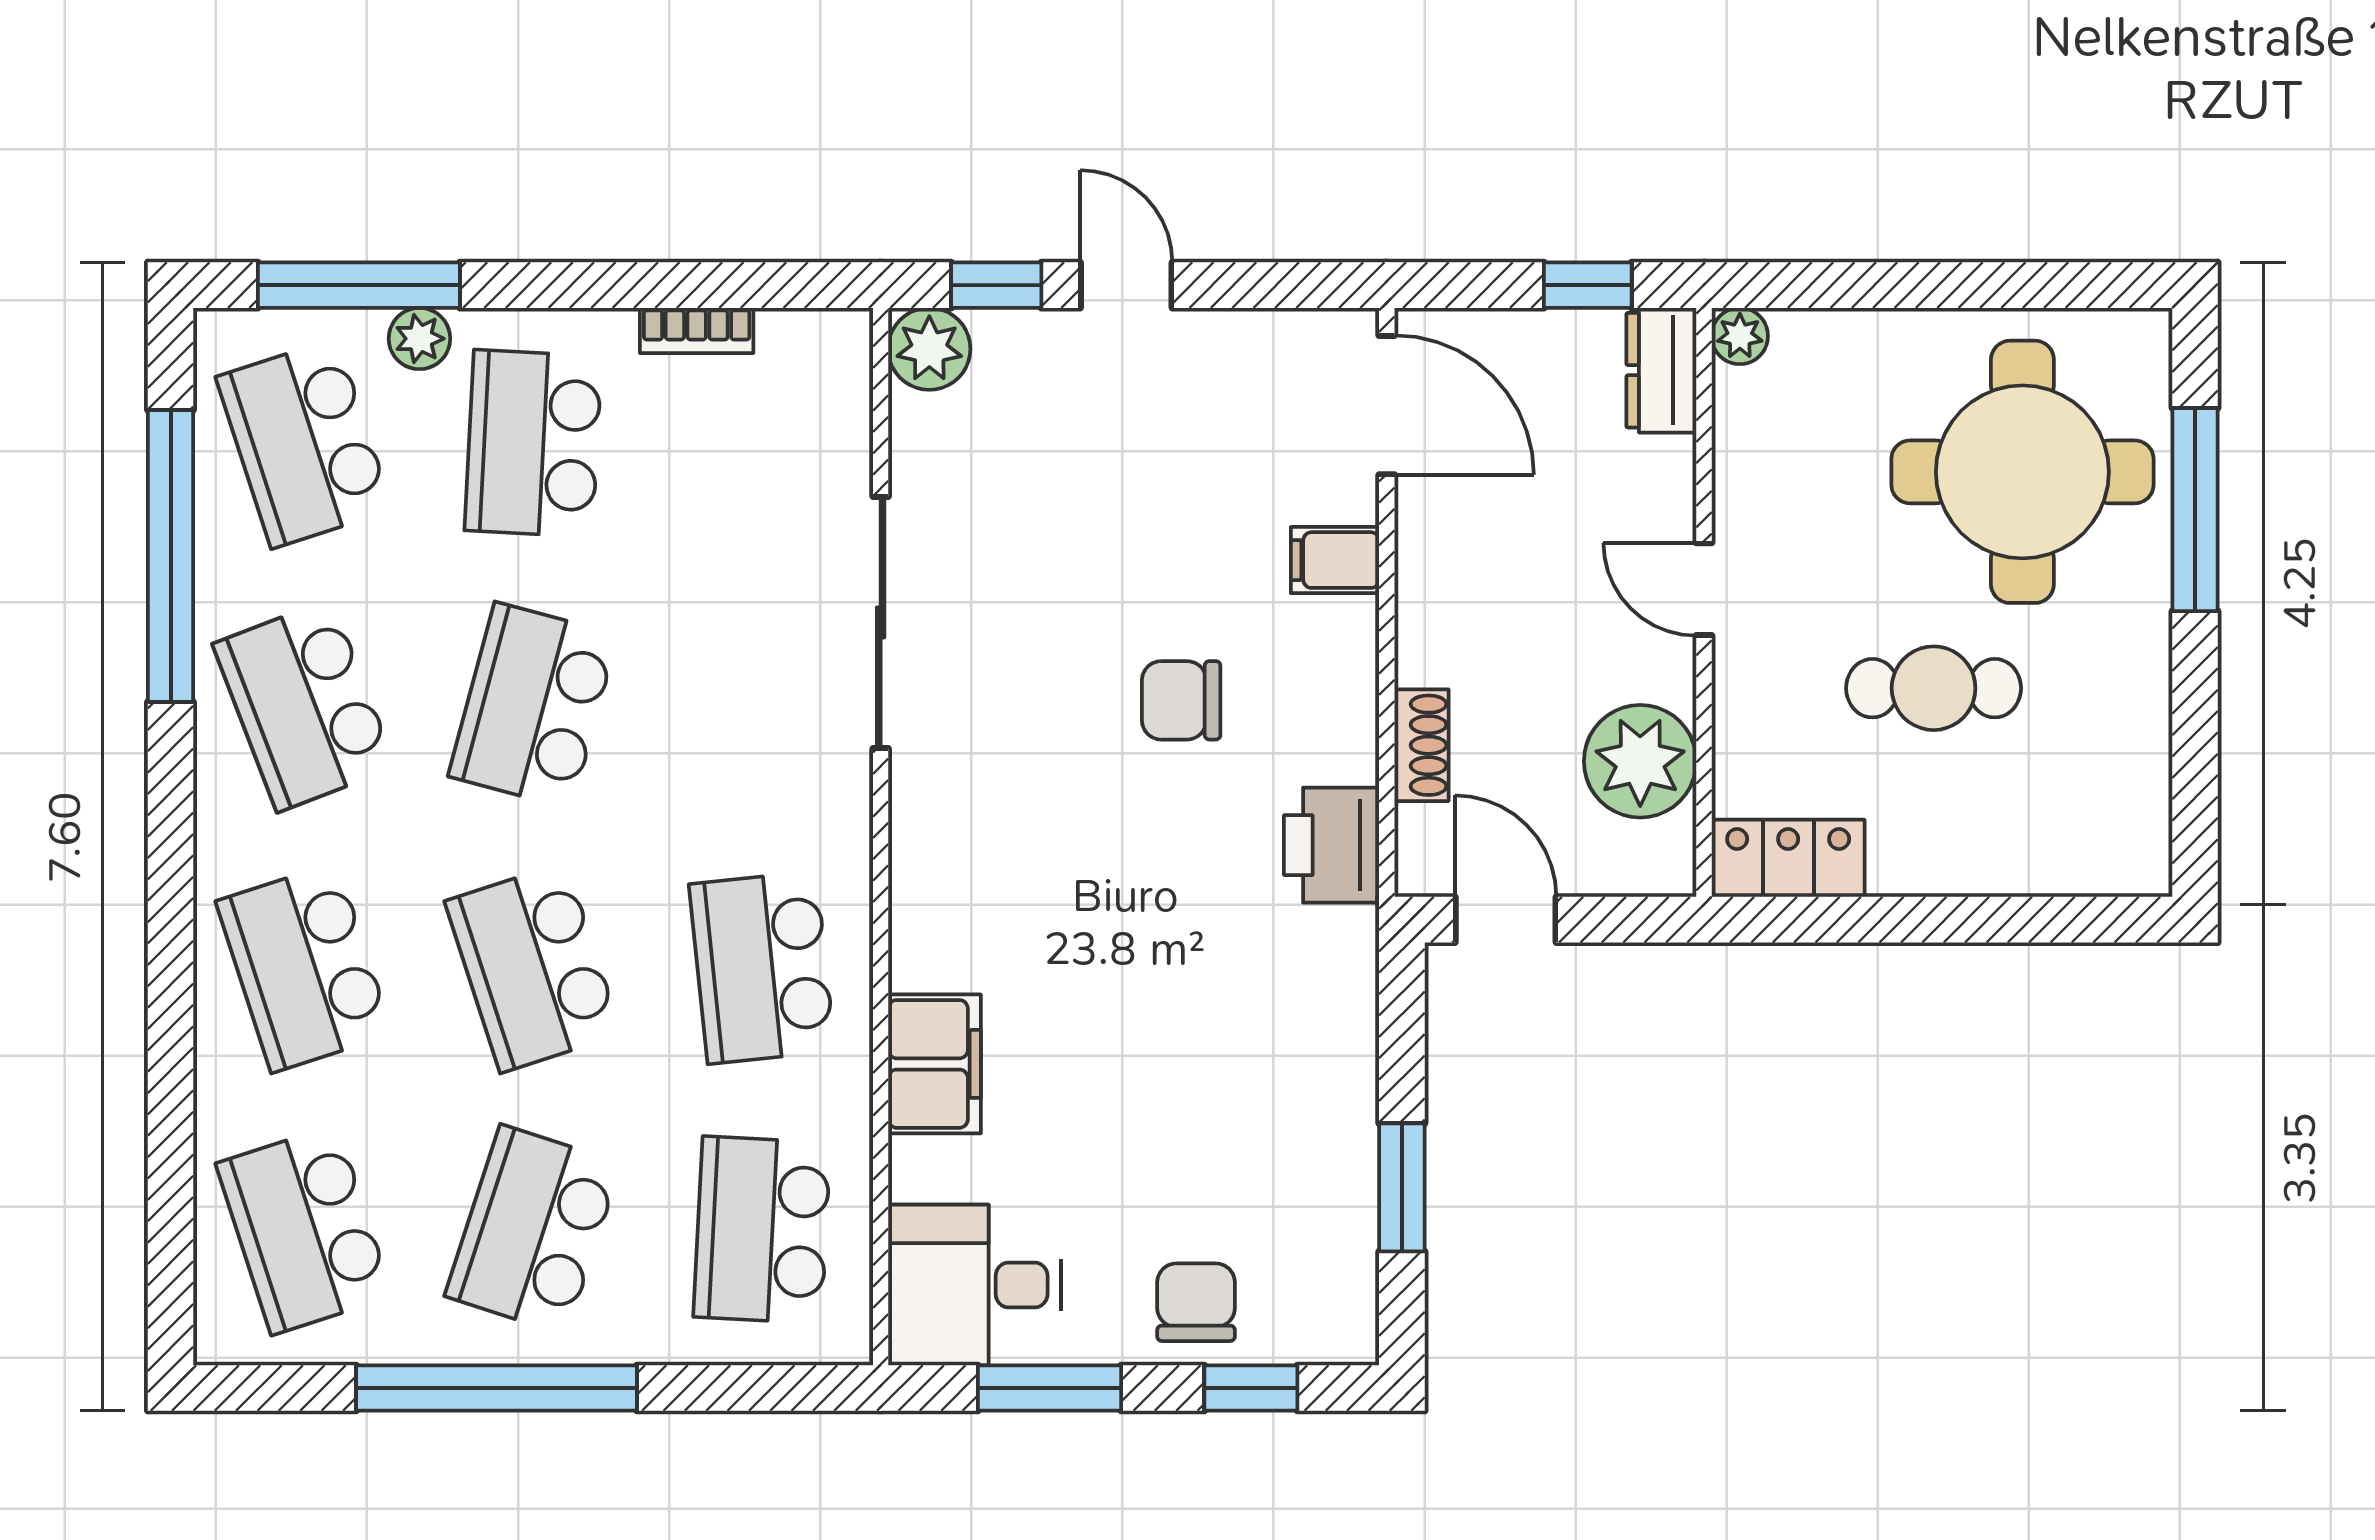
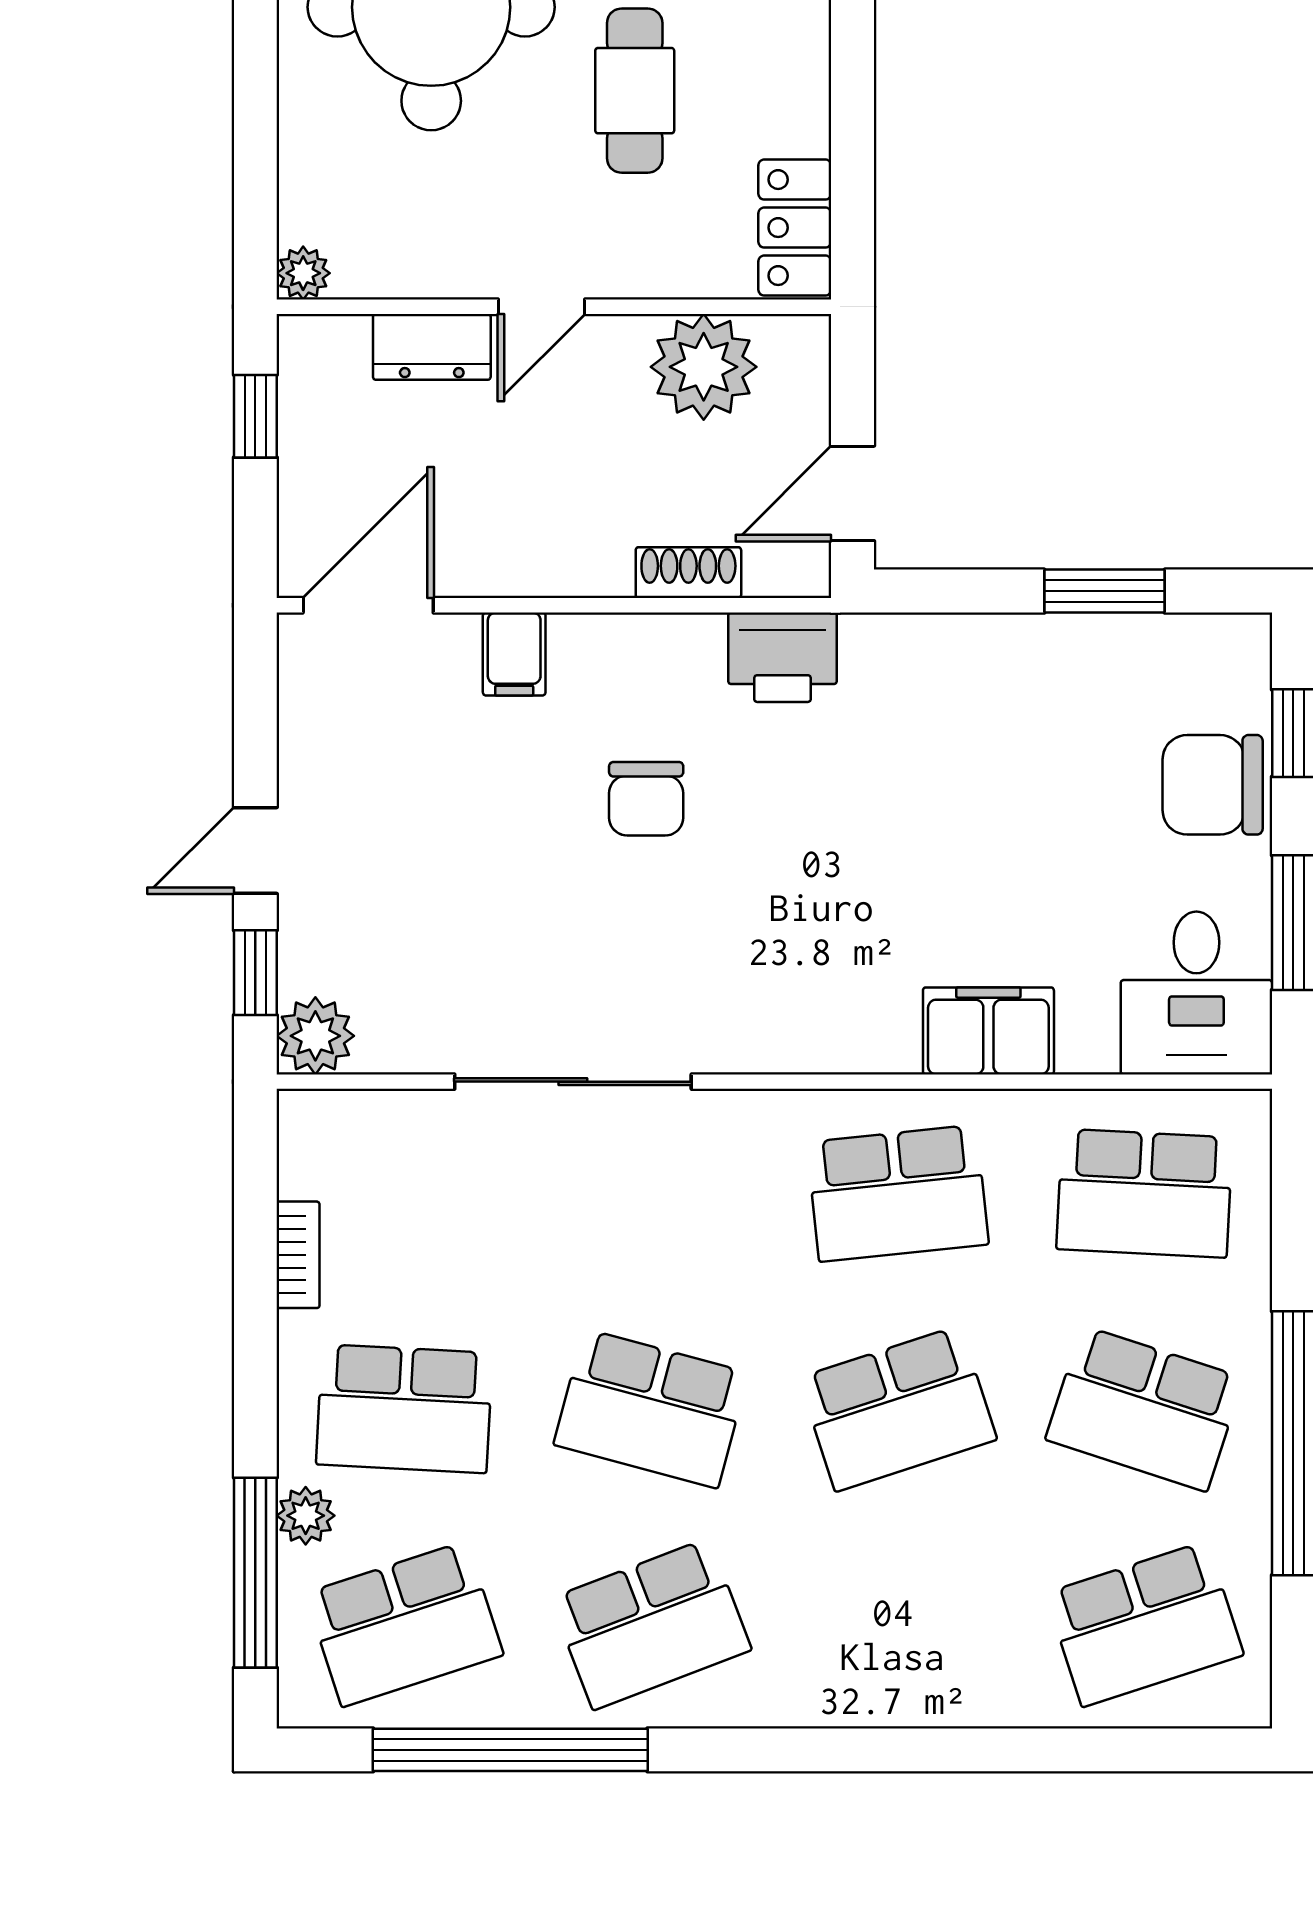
dresser: (1661, 370) -> (432, 347), moved
school desk: (304, 968) -> (898, 1624), removed
chair: (1196, 1302) -> (1213, 785), width x1.37, depth x1.37

